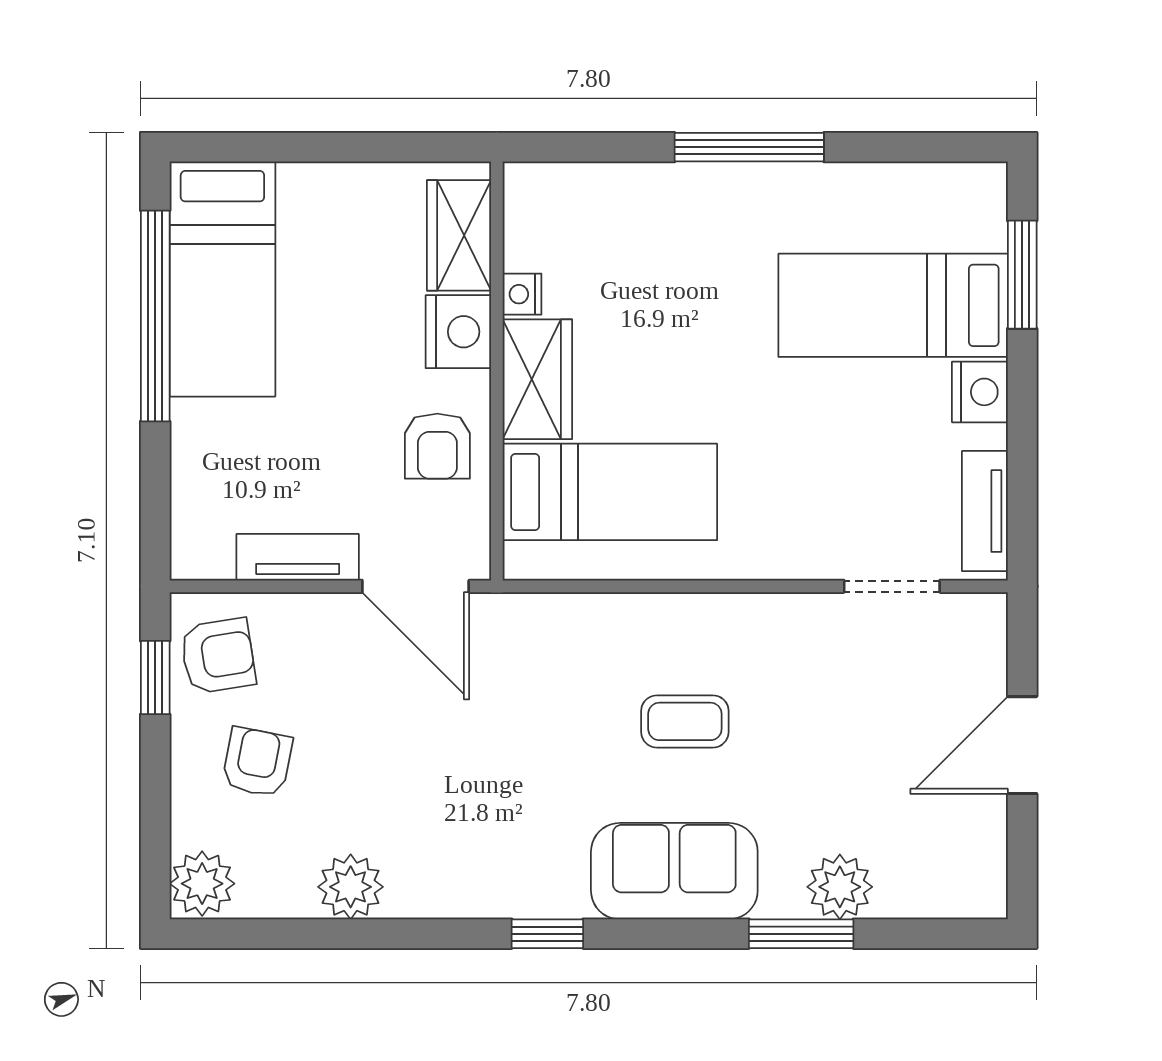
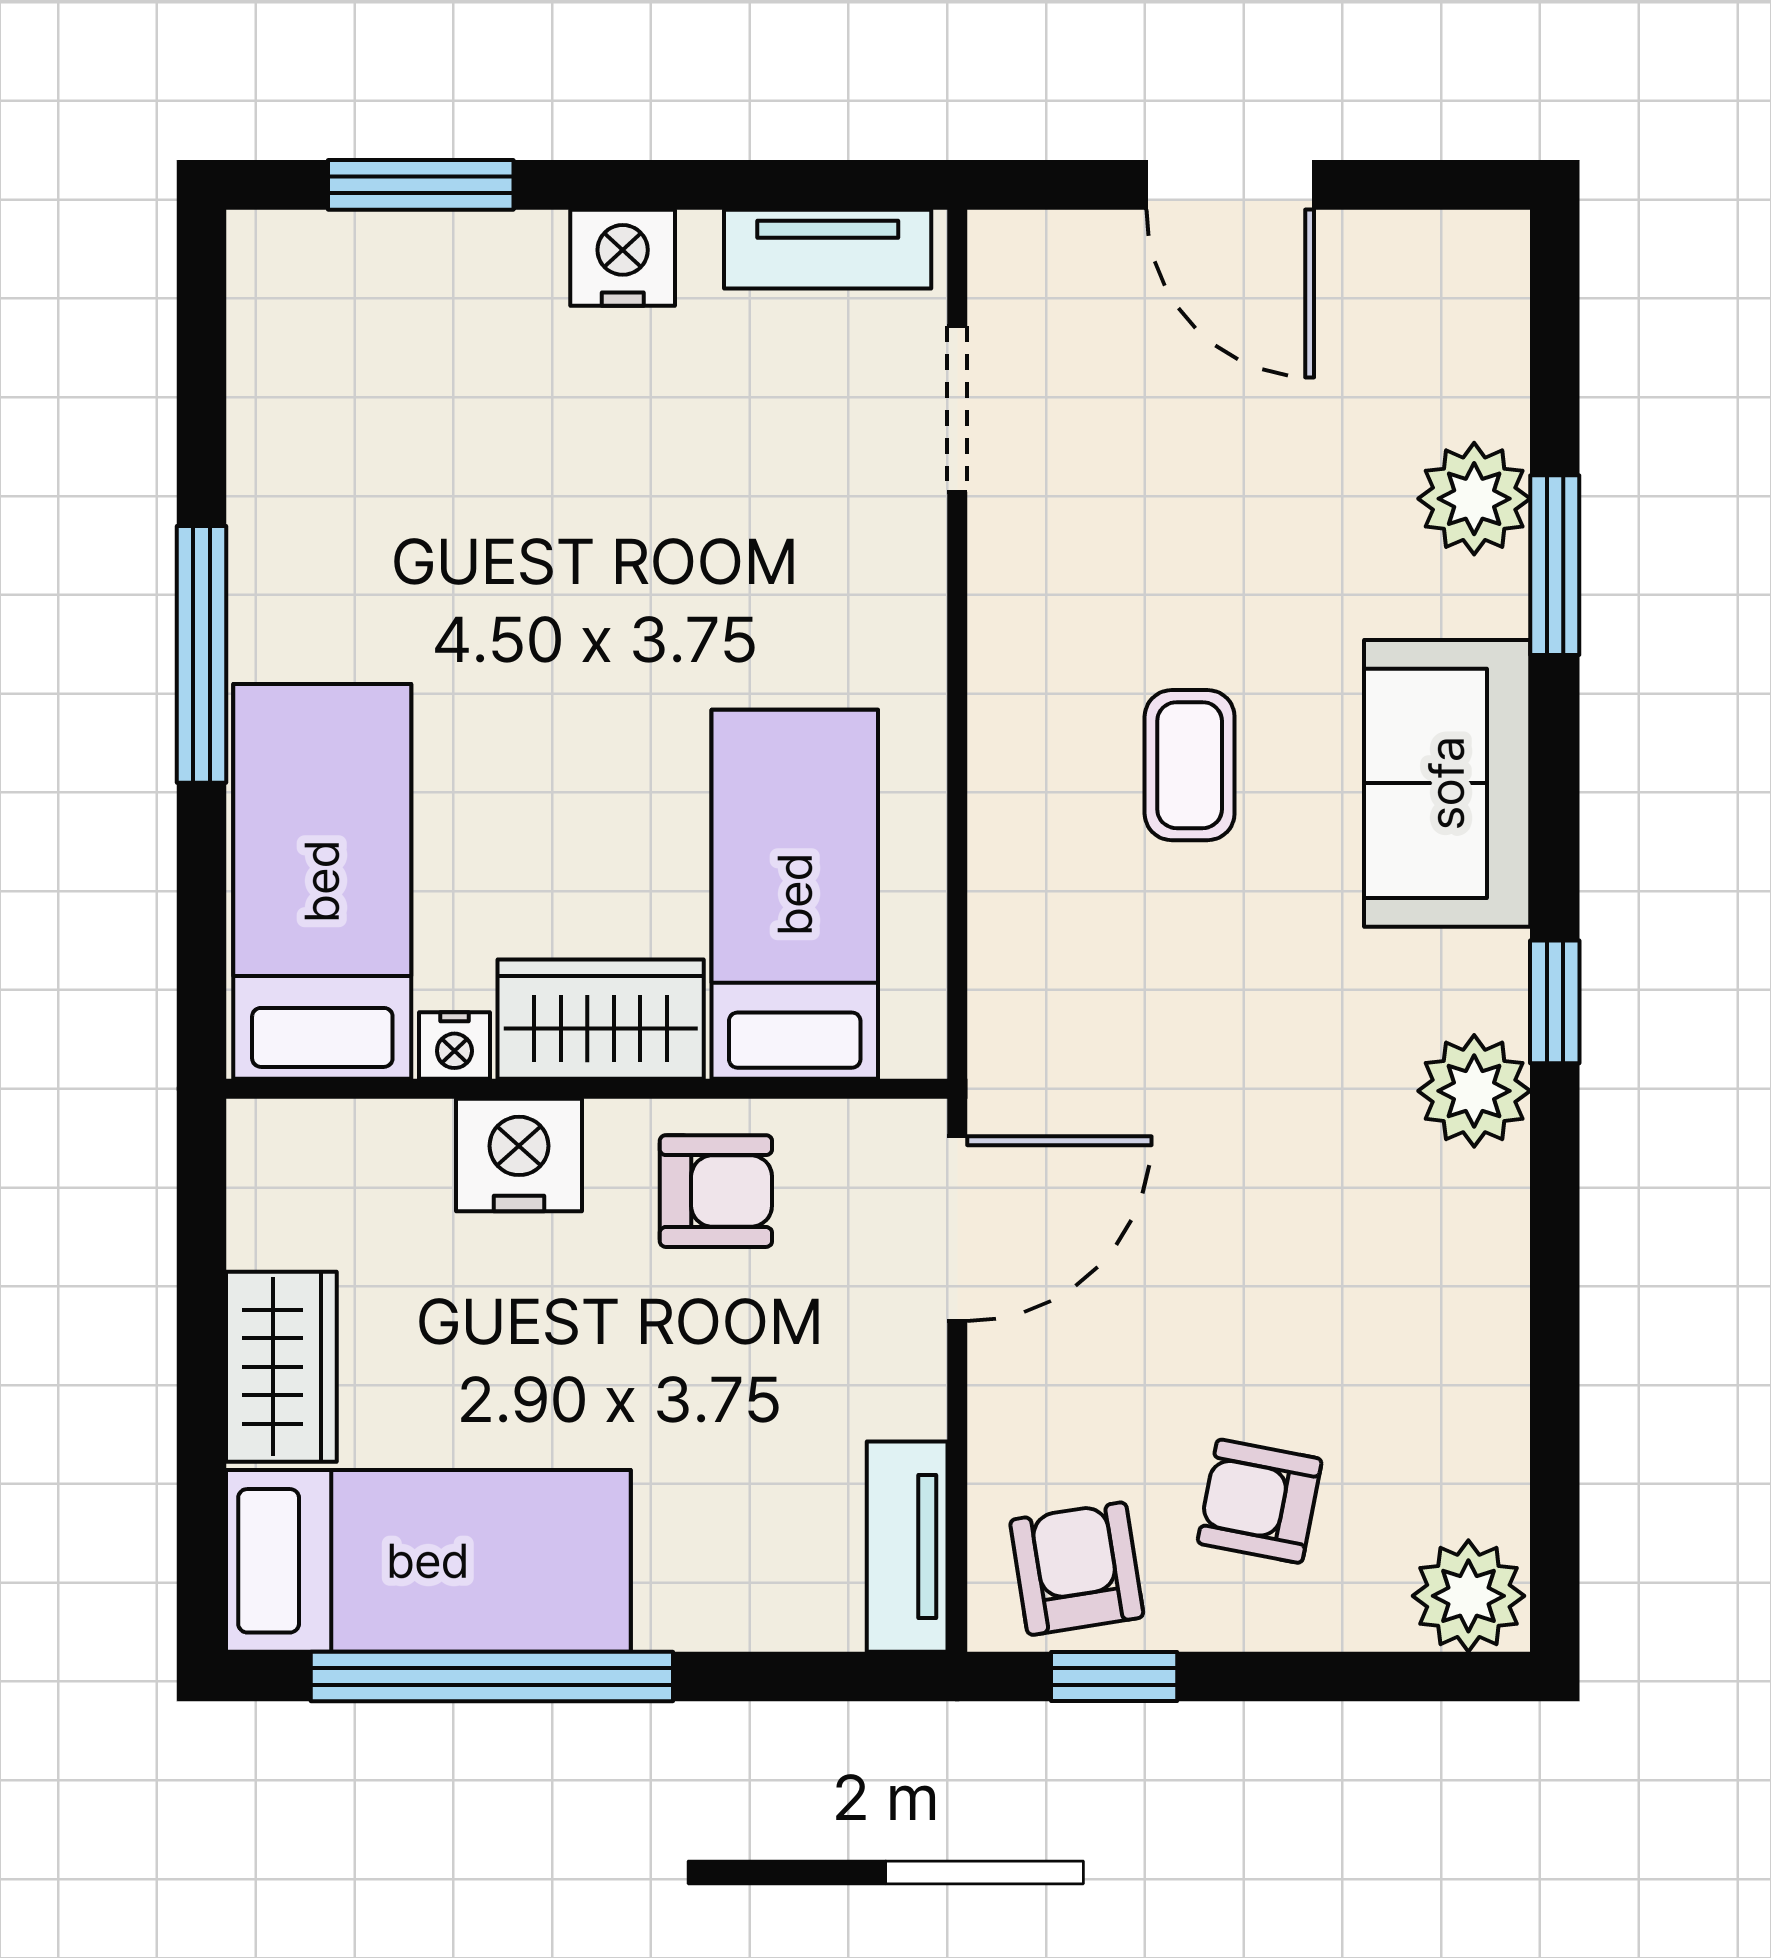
wardrobe: (459, 235) -> (281, 1367), moved, turned -90
bed: (893, 305) -> (322, 881), moved, turned 180
tv unit: (298, 557) -> (907, 1547), moved
plant: (351, 887) -> (1474, 1091), moved

